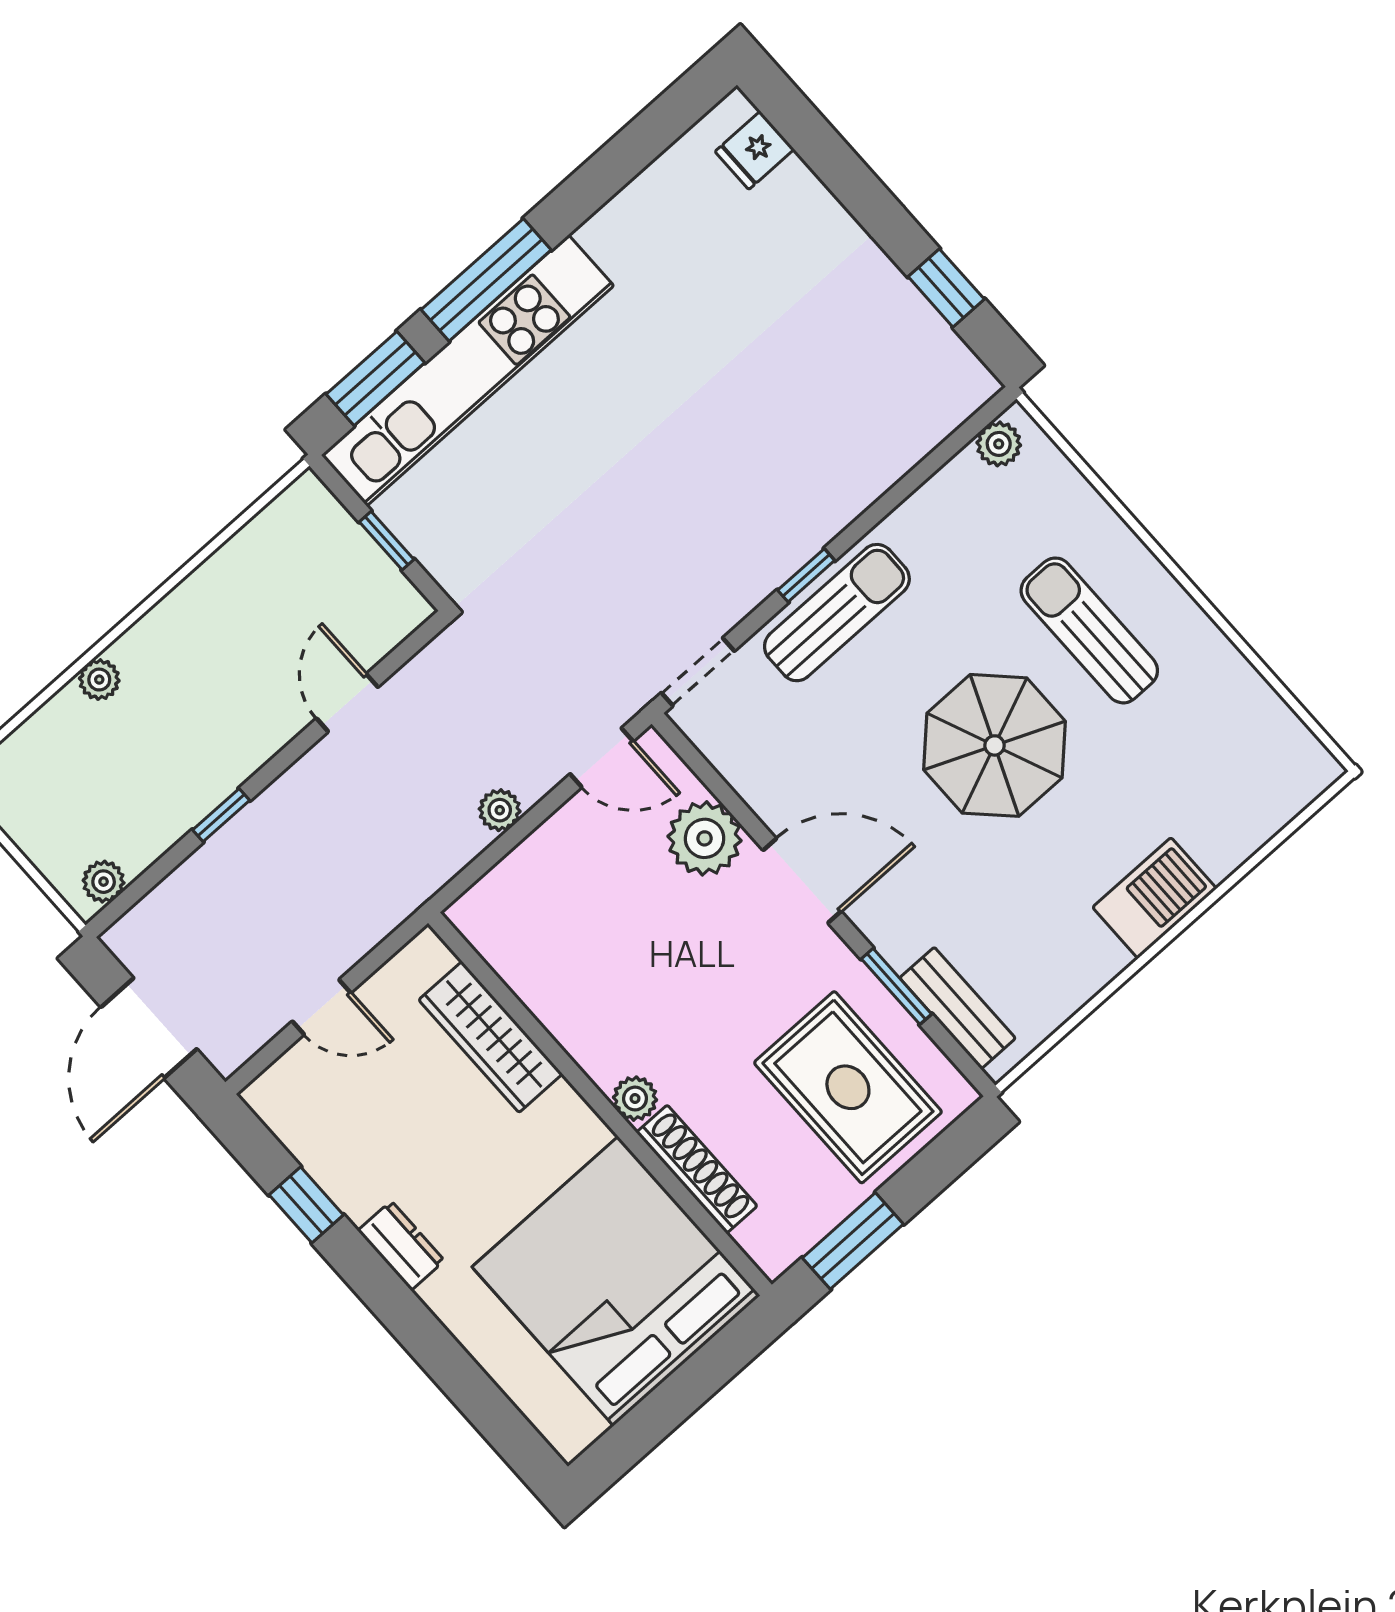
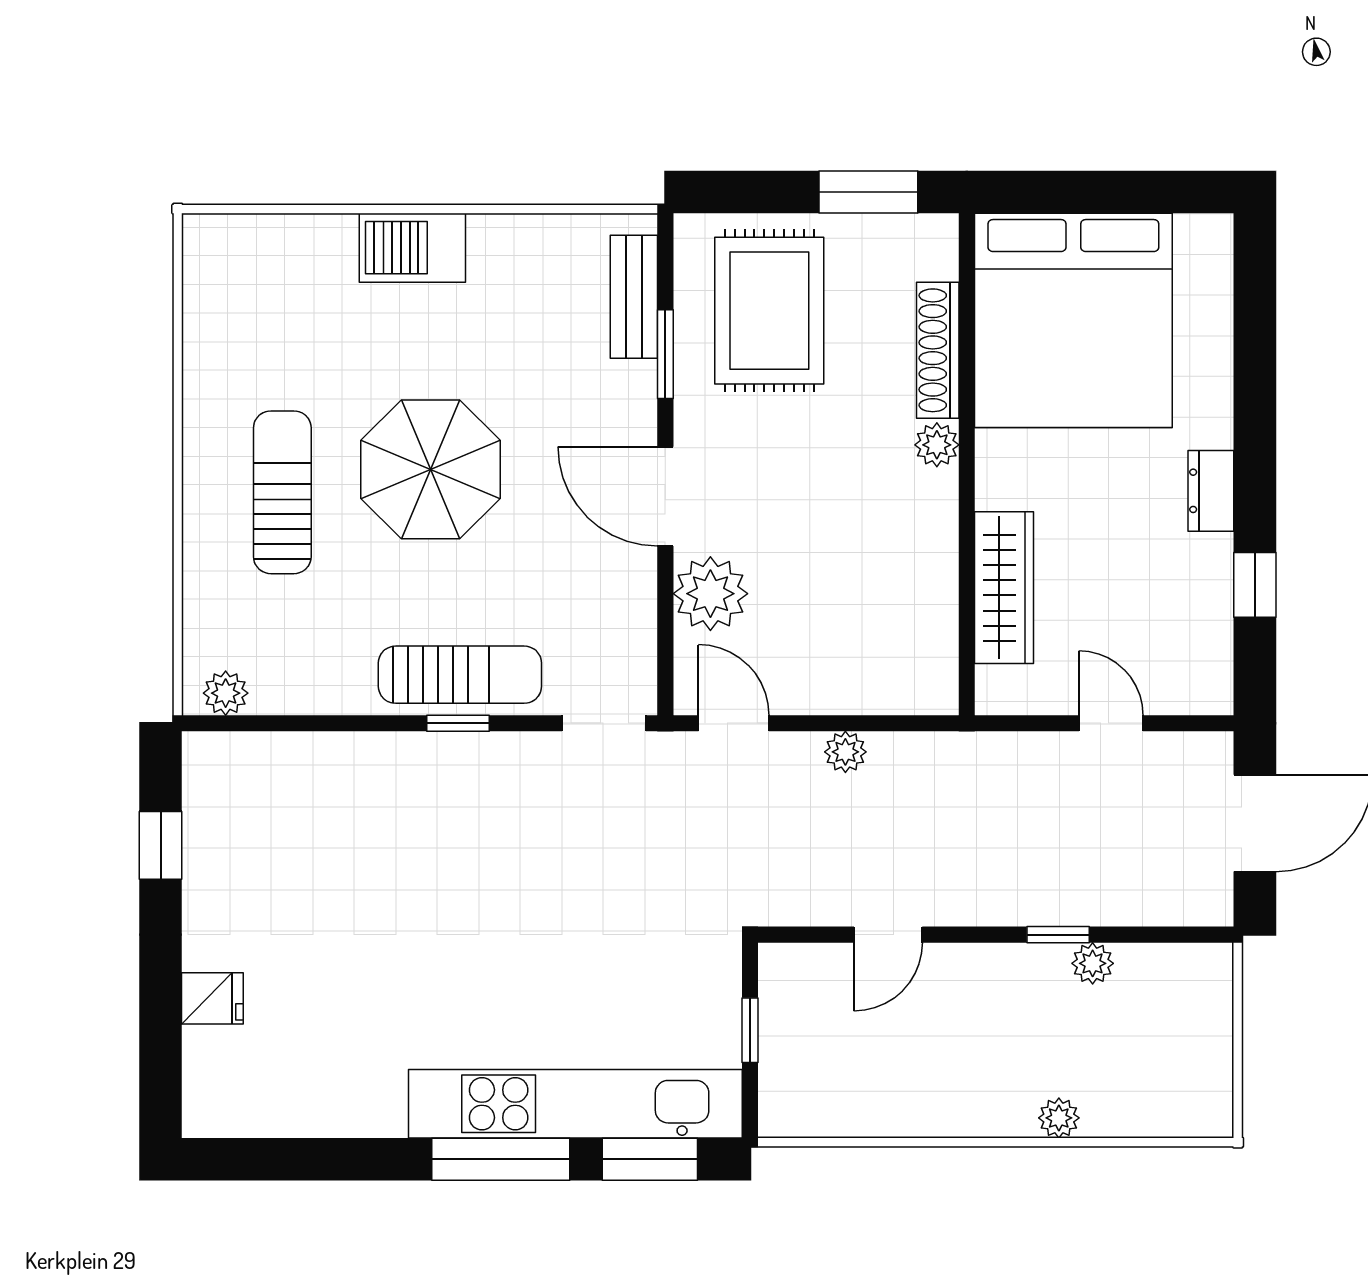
fridge: (755, 150) -> (212, 998), moved
sun lounger: (837, 613) -> (460, 675), turned 180
sun lounger: (1089, 630) -> (282, 492), turned 180
plant: (104, 882) -> (1093, 963), moved

